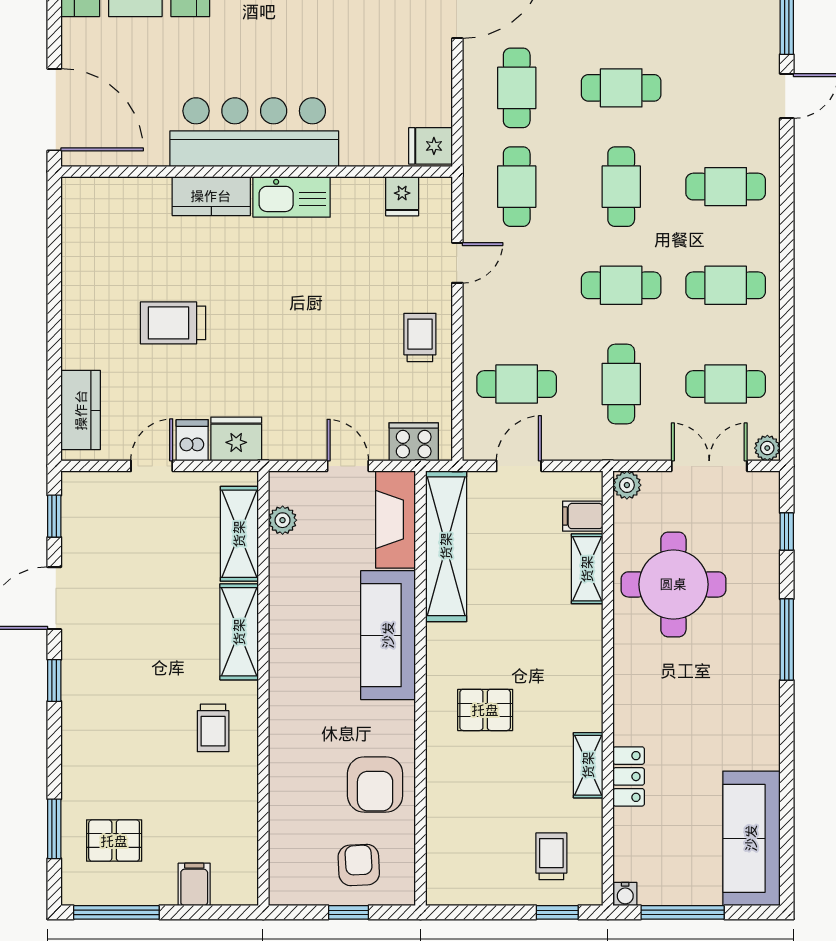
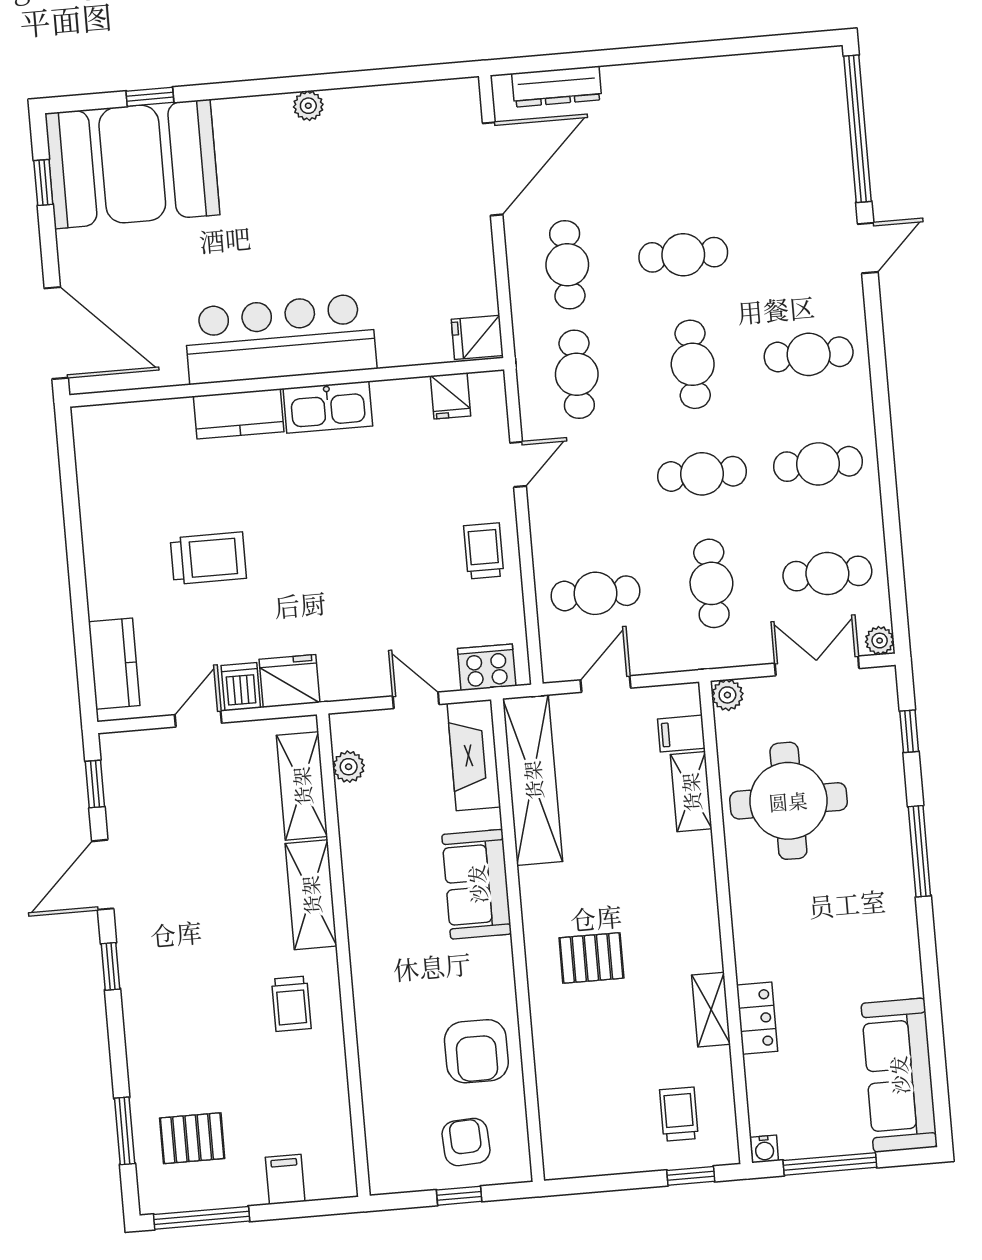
trolley: (173, 323) -> (208, 558), turned 180
sofa: (388, 635) -> (477, 884), width x0.73

